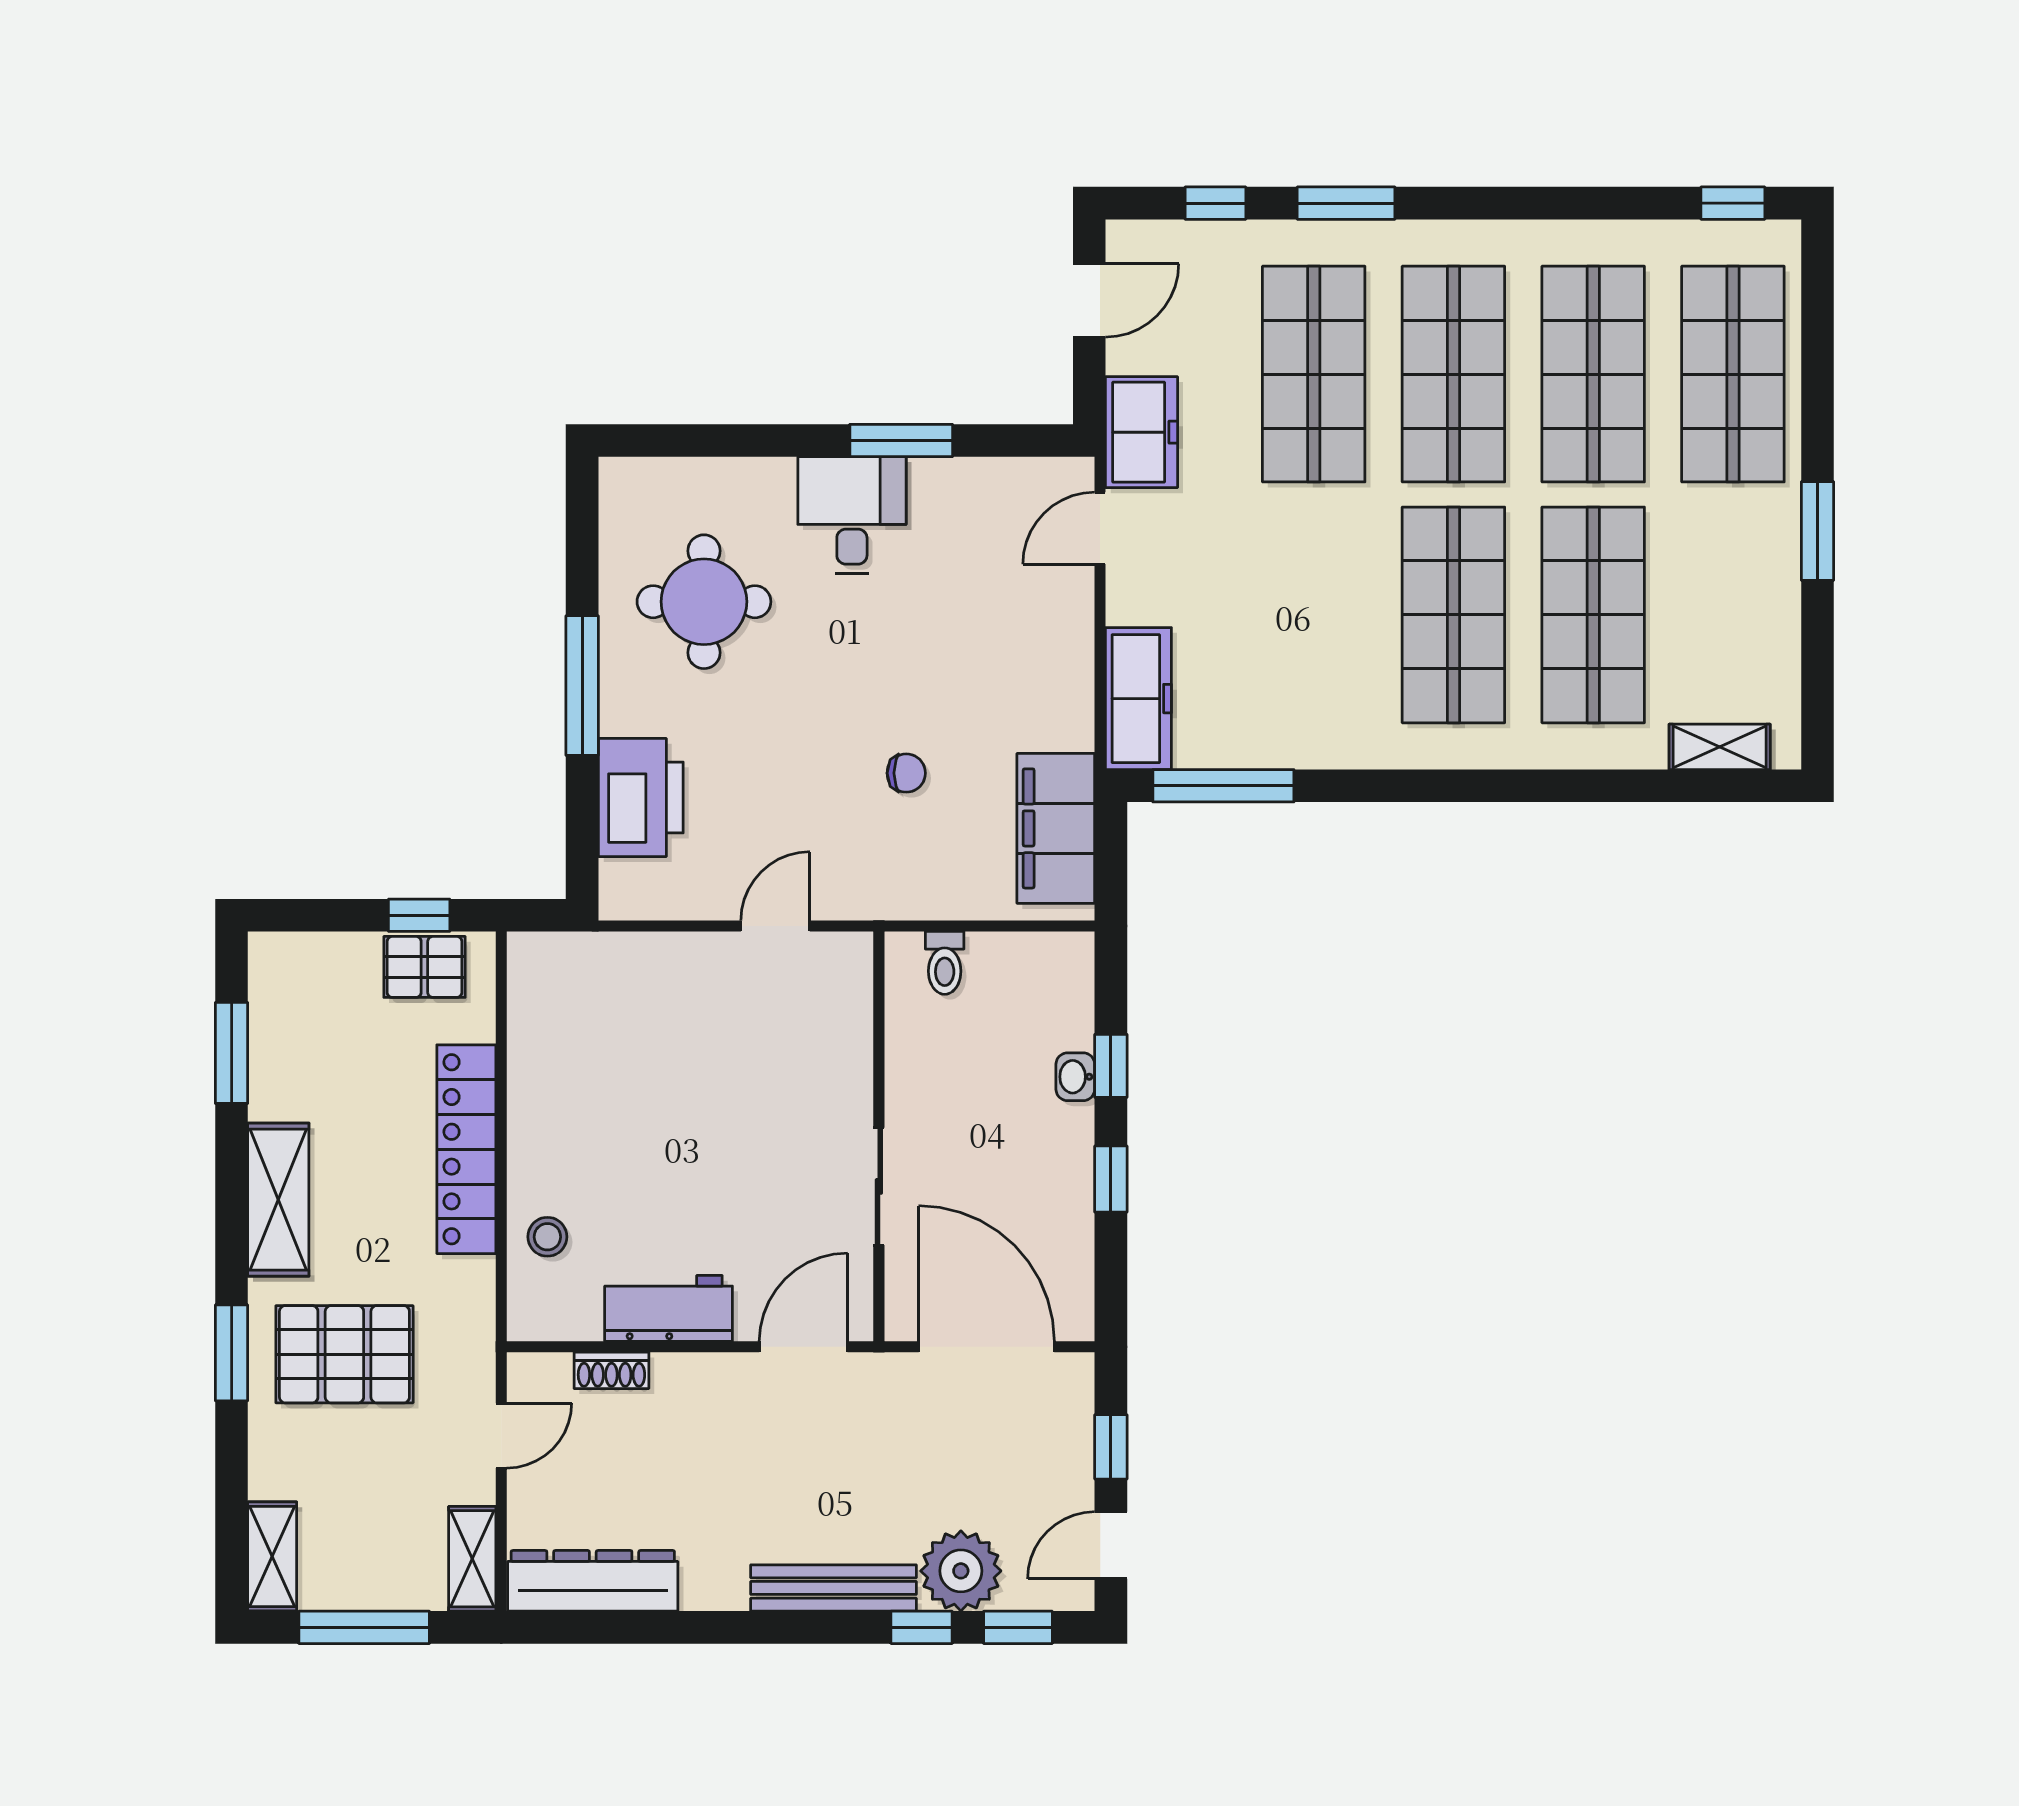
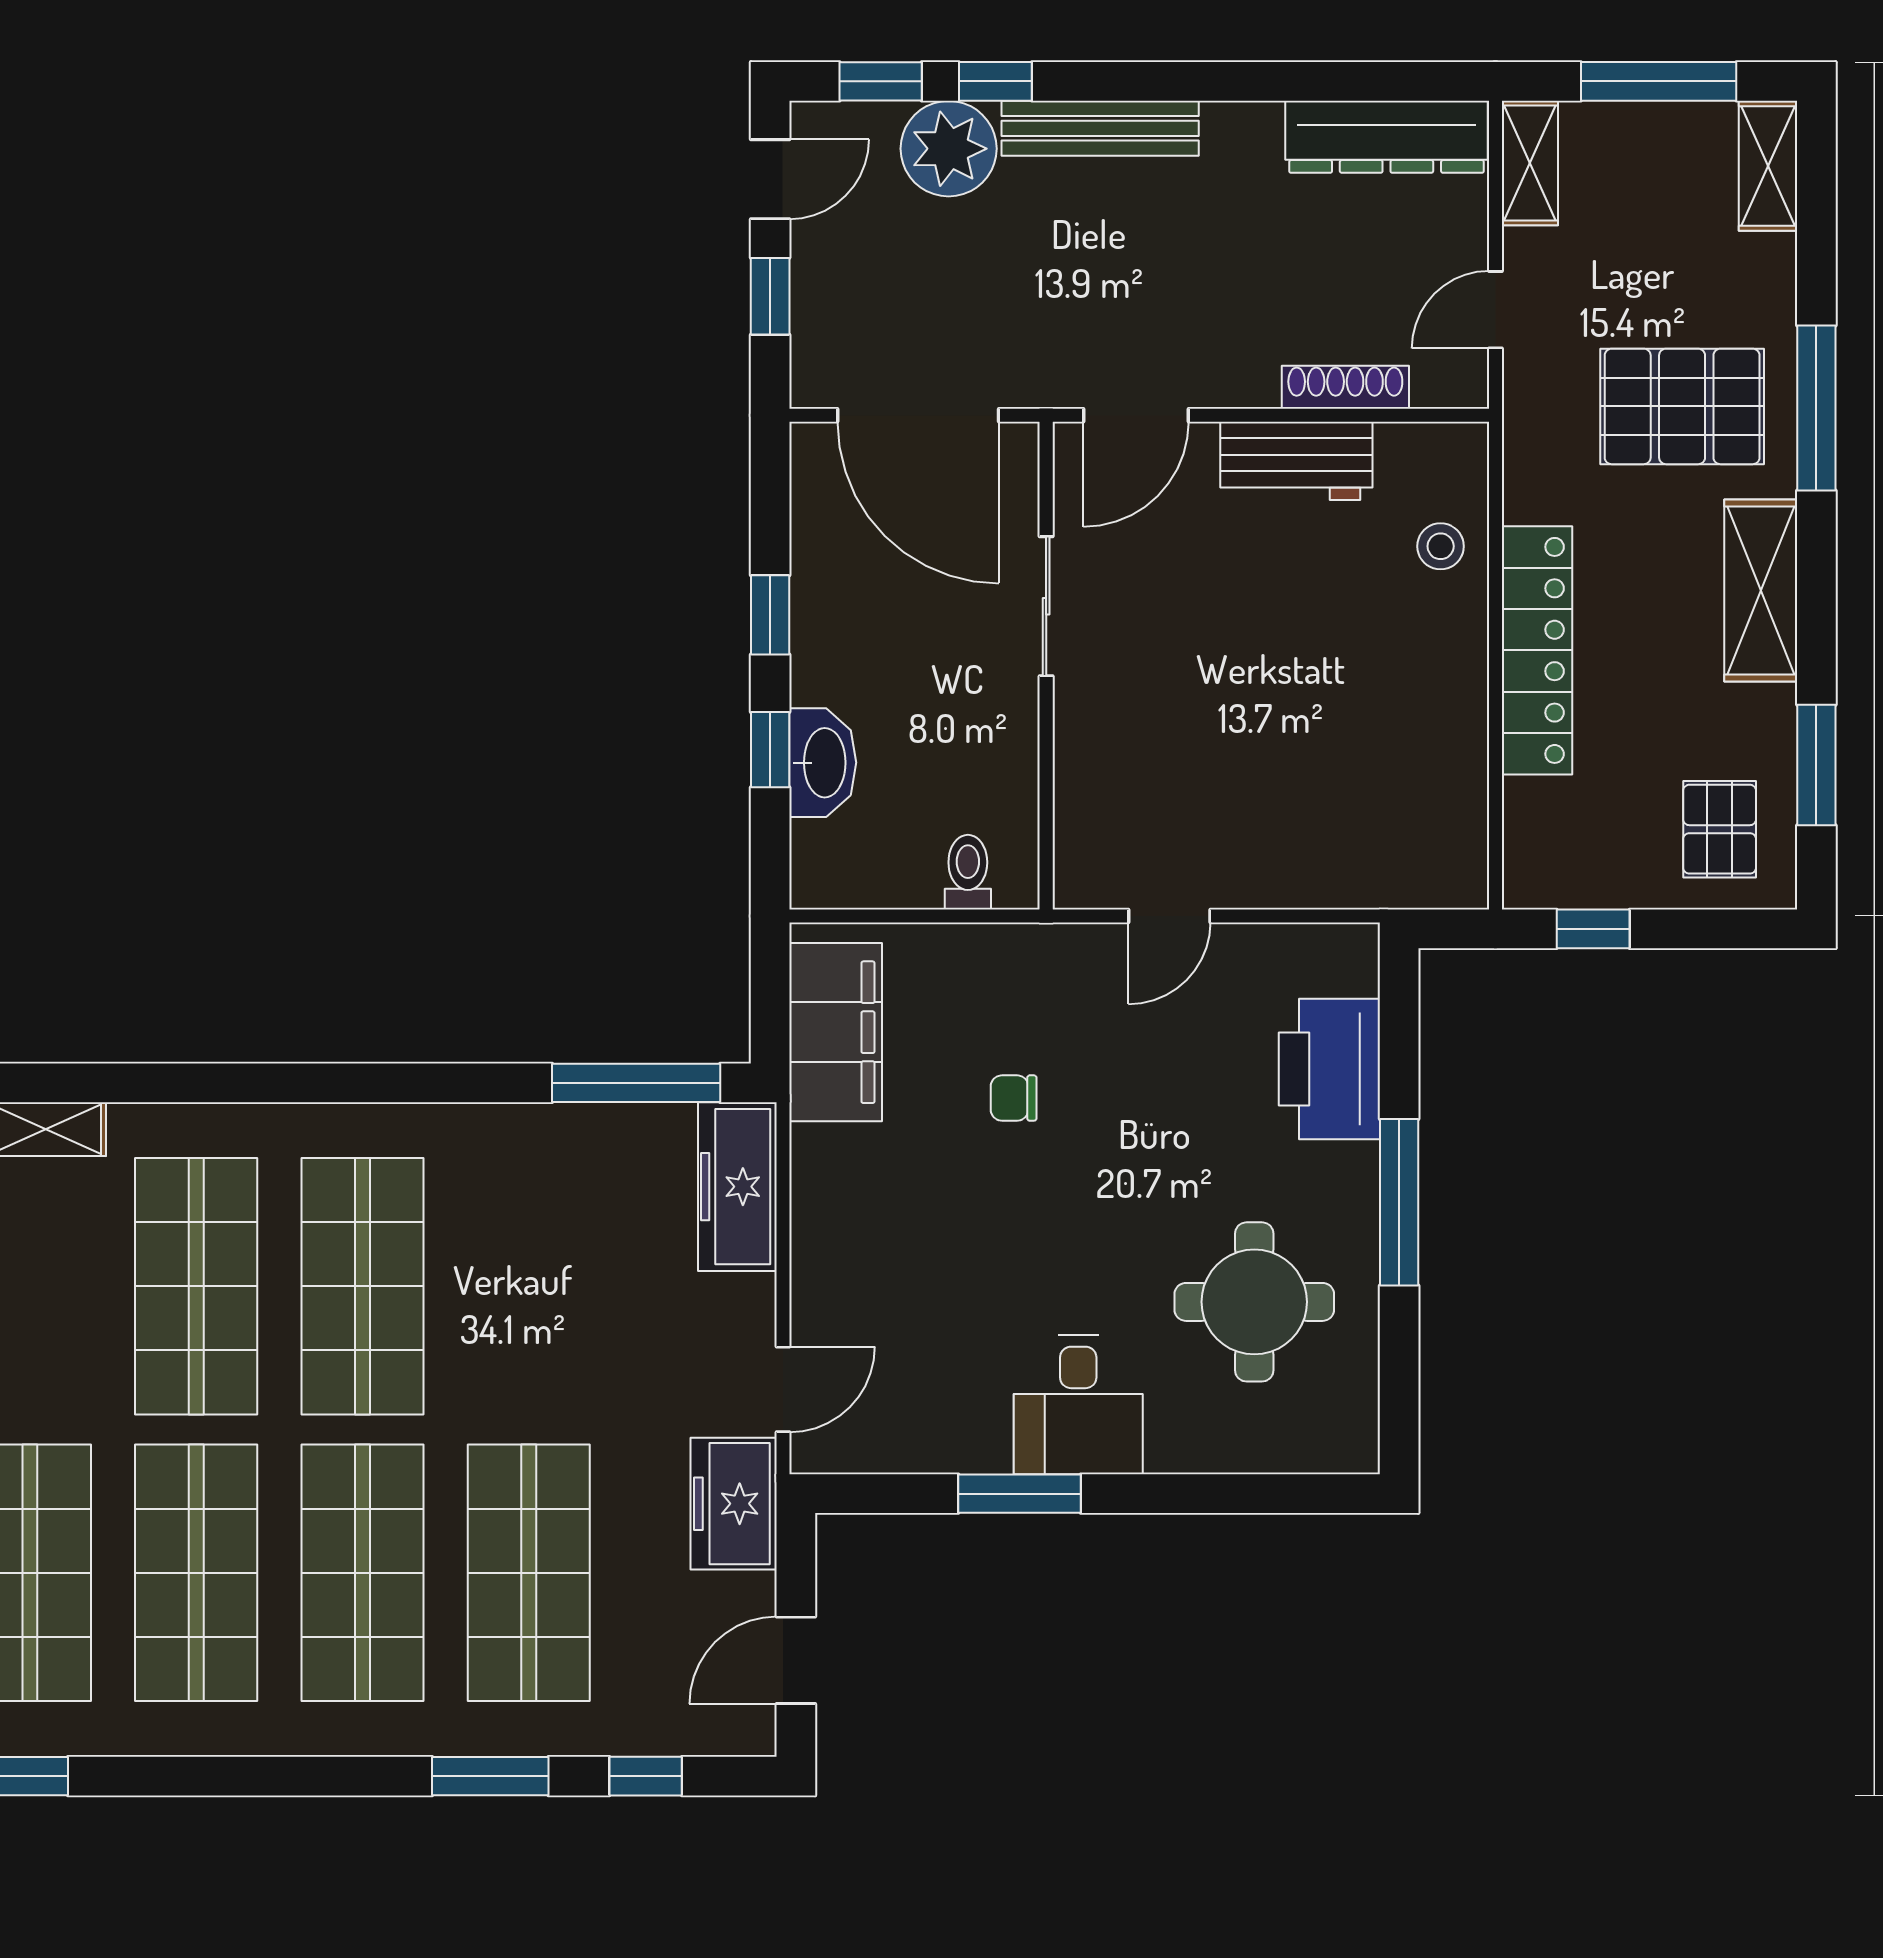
pallet: (424, 967) -> (1720, 829), moved, turned 90
washbasin: (1075, 1077) -> (823, 763), width x1.91, depth x1.45
window: (232, 1353) -> (1816, 408), width x1.44
shoe rack: (611, 1370) -> (1345, 387), width x1.43

